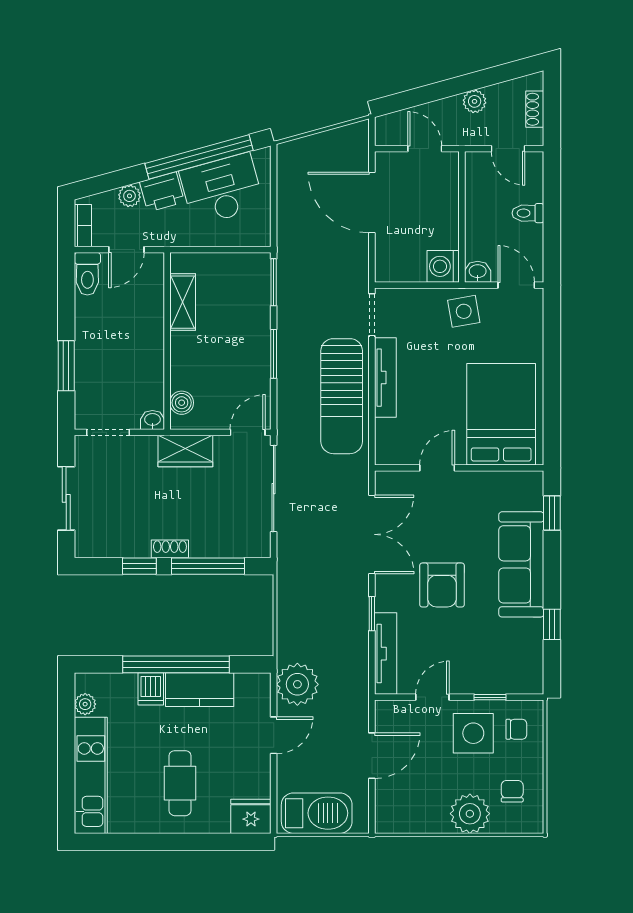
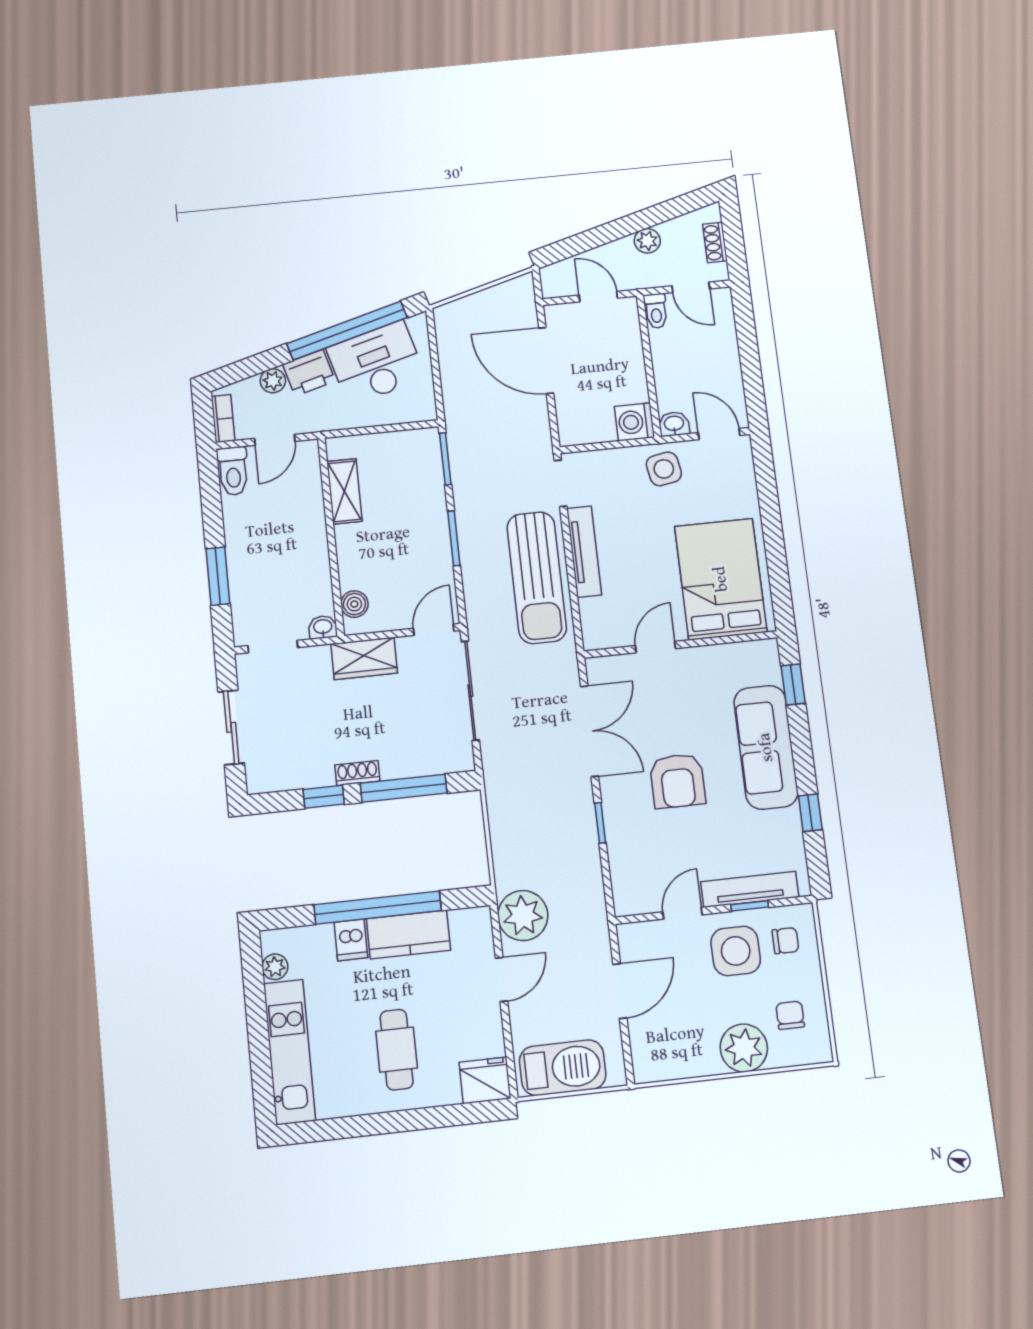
toilet: (528, 213) -> (656, 311), moved, turned -90
tv unit: (386, 654) -> (750, 889), moved, turned -90

